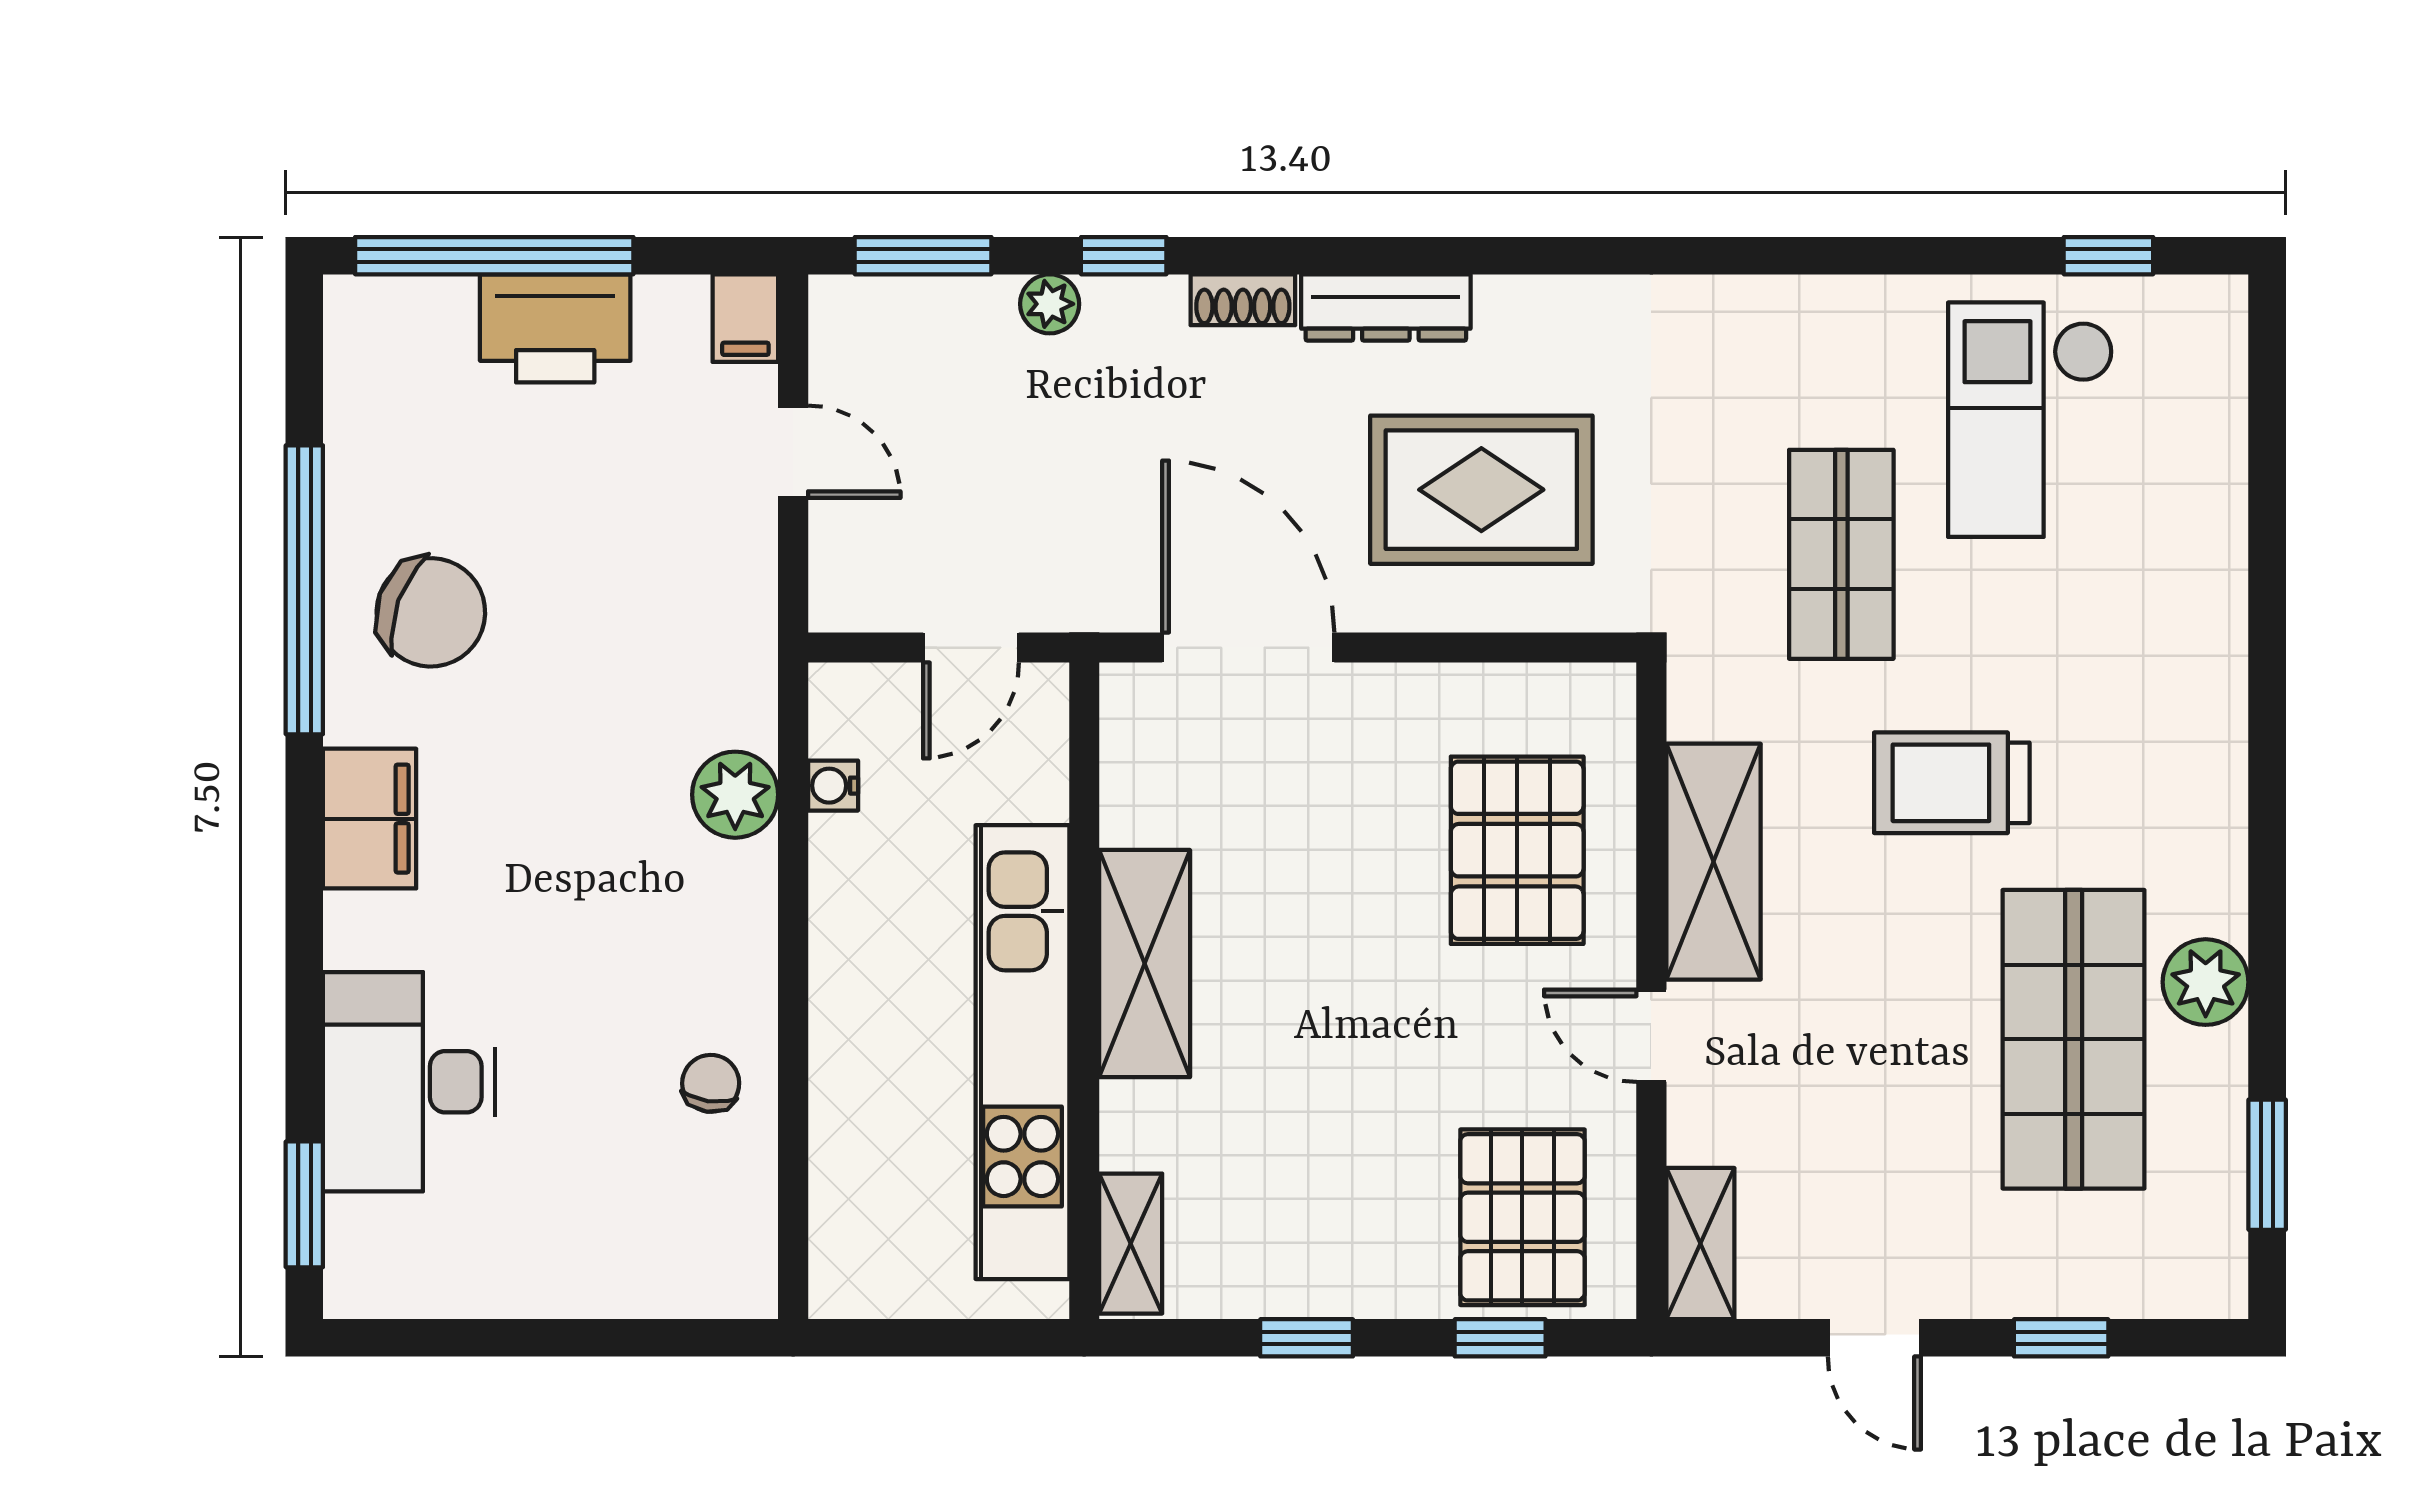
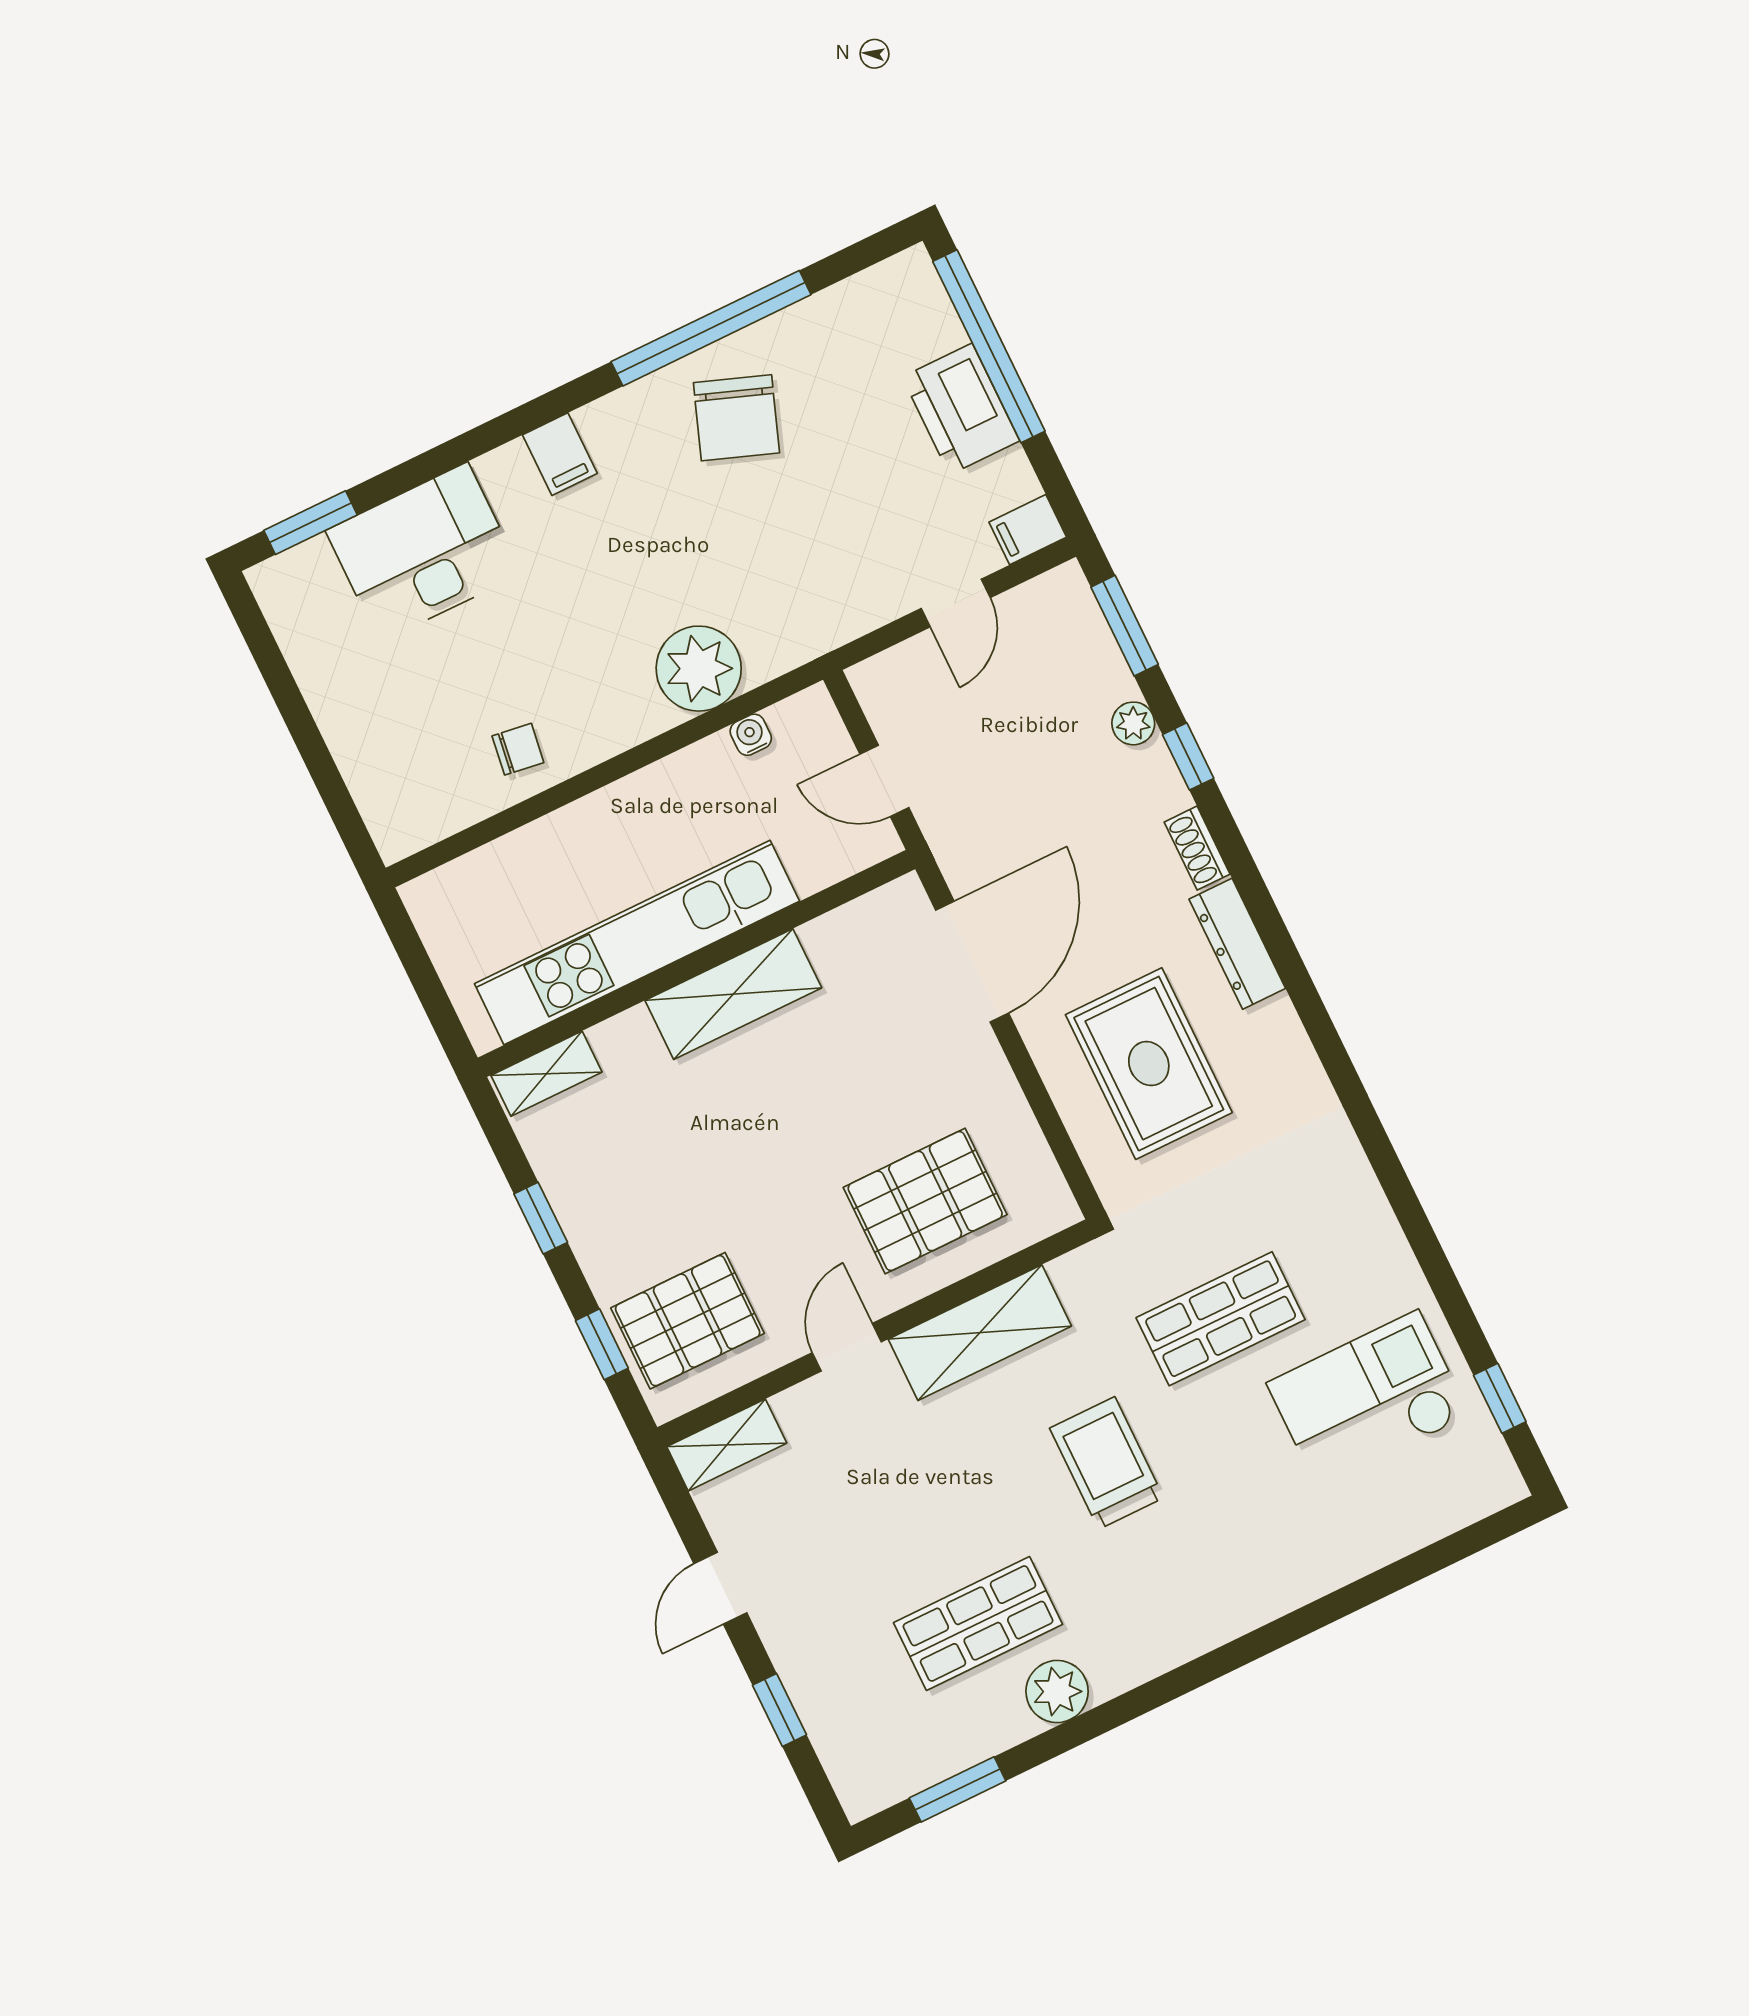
plant: (735, 795) -> (699, 669), width x1.36, depth x1.36
filing cabinet: (370, 819) -> (560, 454), width x0.50
shop shelf: (2074, 1039) -> (978, 1624), width x0.70, depth x0.74

